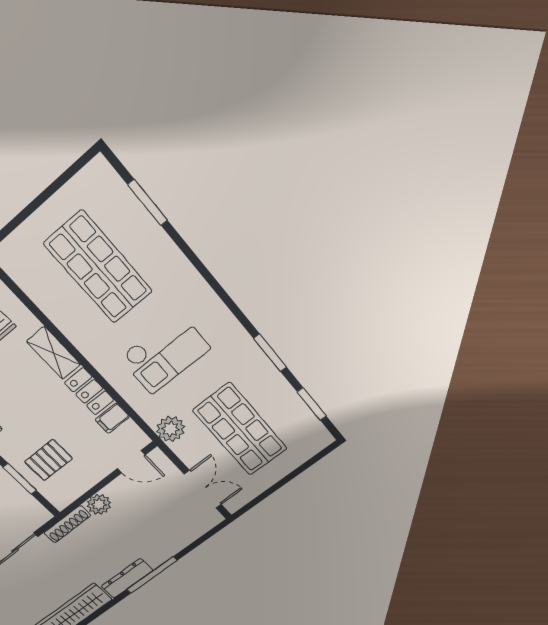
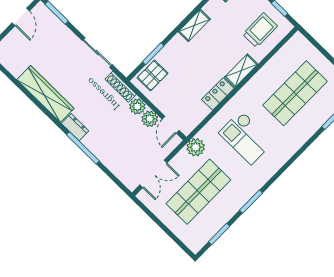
filing cabinet: (112, 418) -> (201, 110), removed
pallet: (49, 460) -> (152, 75), moved, turned 90
plant: (119, 489) -> (150, 119), added
dresser: (127, 578) -> (75, 127), width x0.70

